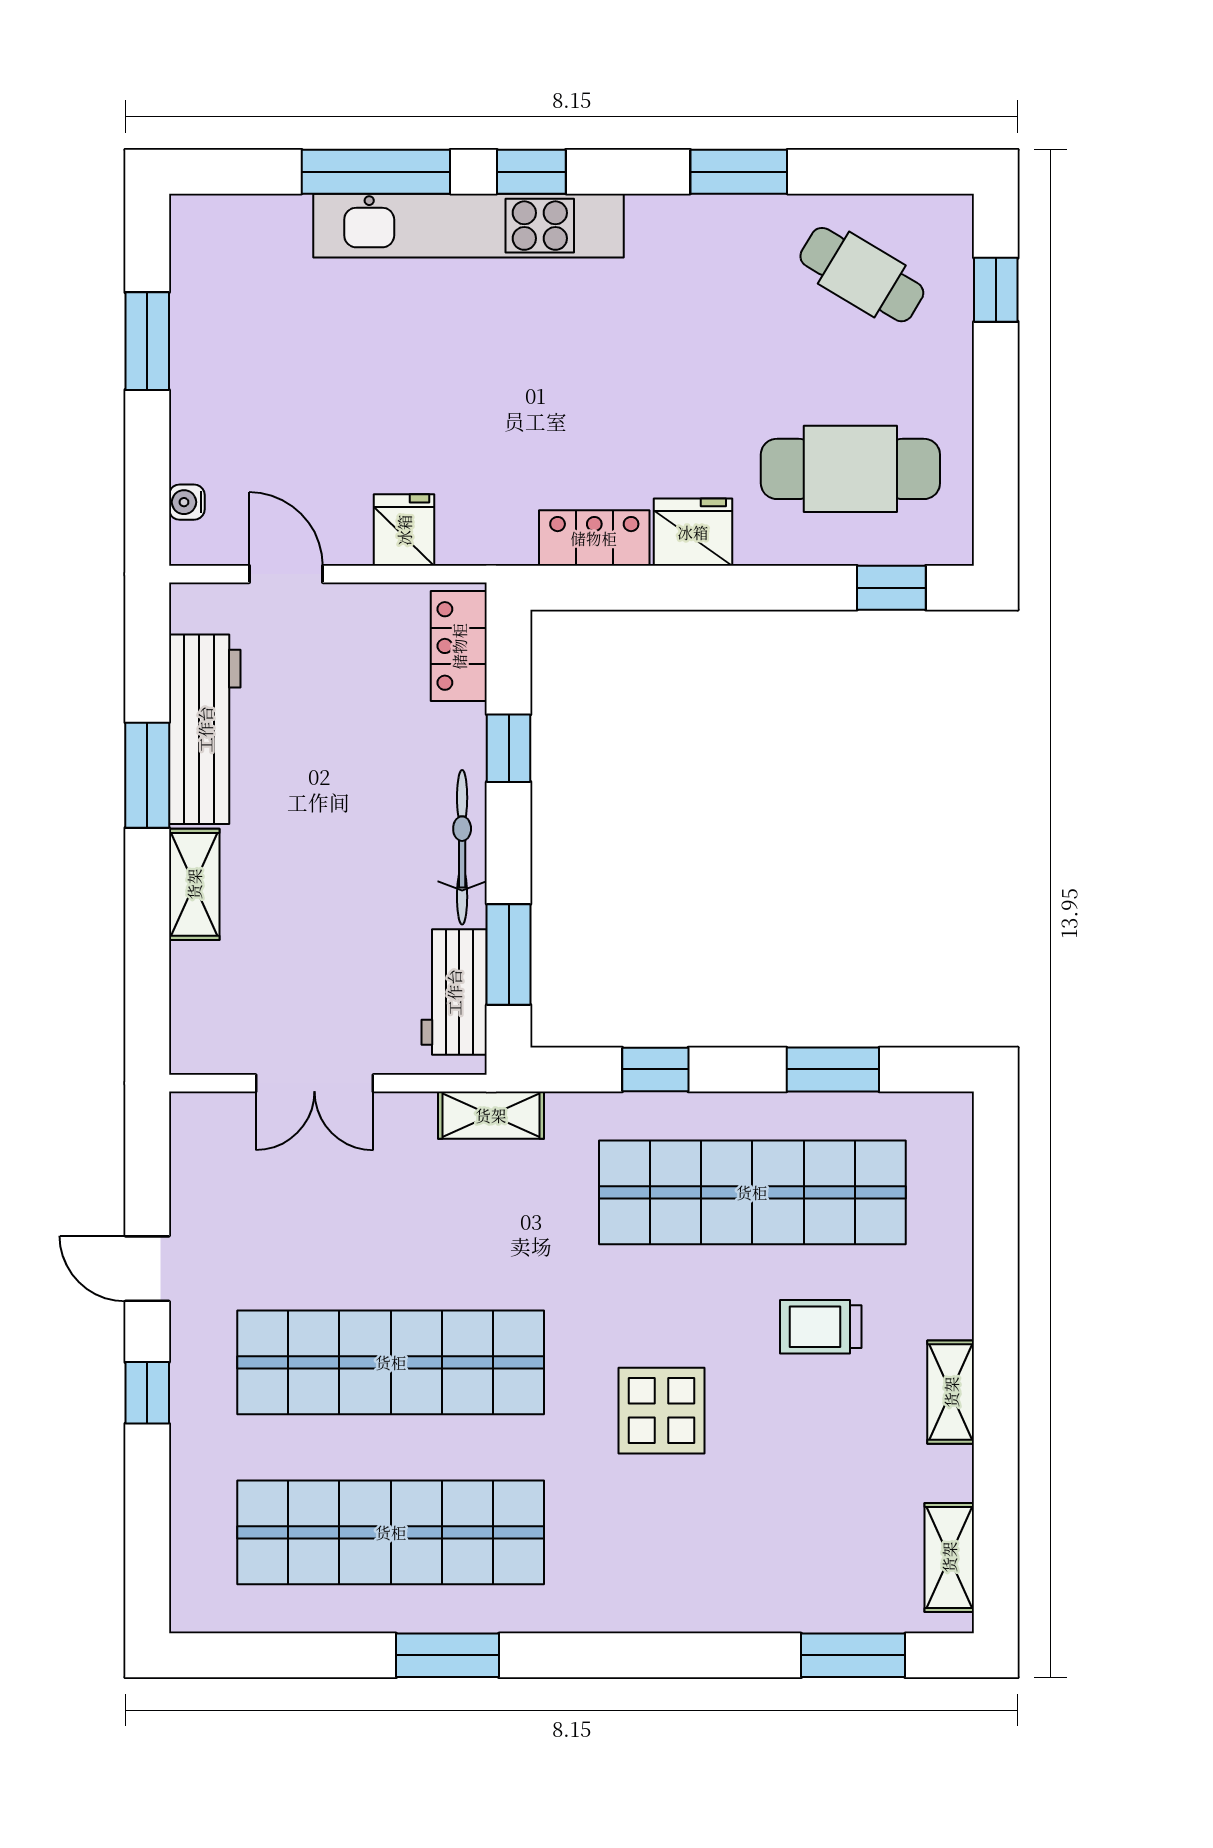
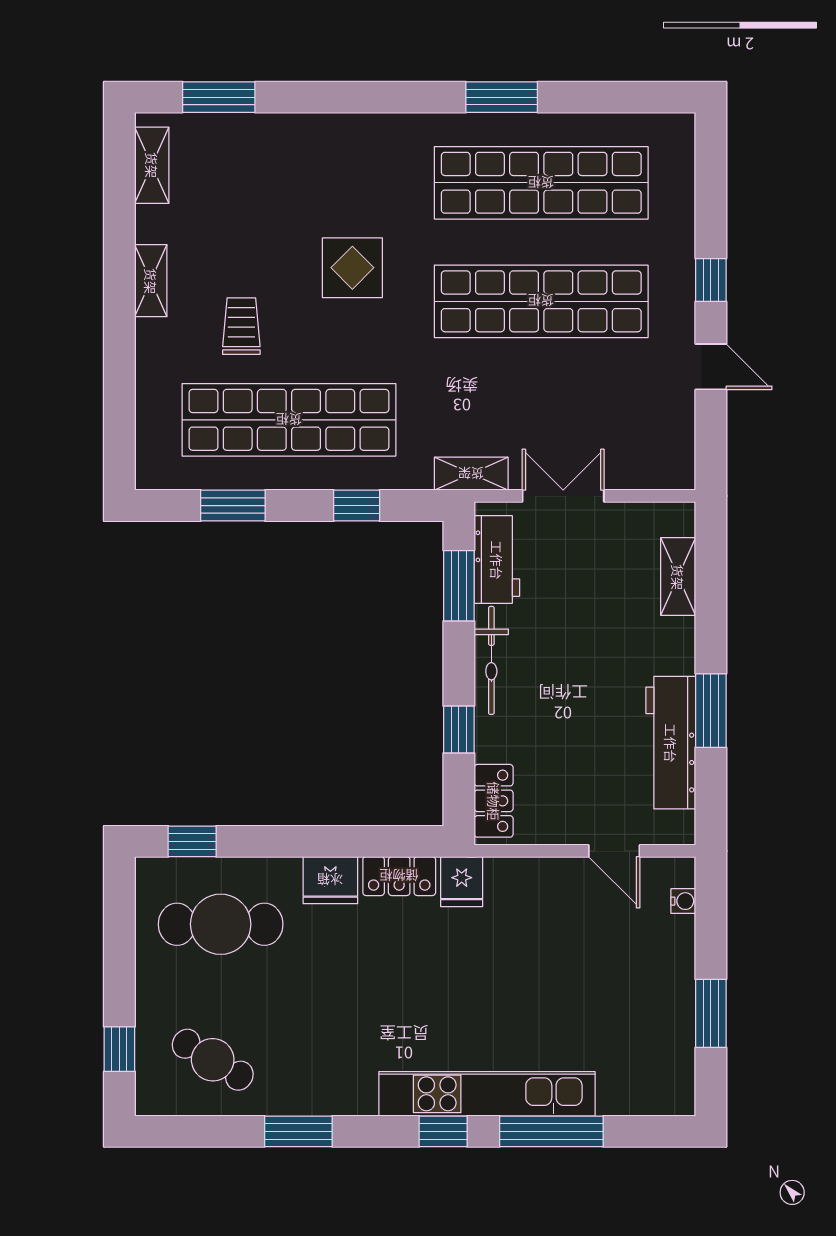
fridge: (404, 530) -> (462, 882), moved
shelving: (194, 884) -> (678, 577), moved
double door: (314, 1083) -> (563, 496), moved
trolley: (821, 1327) -> (241, 326), turned -90

